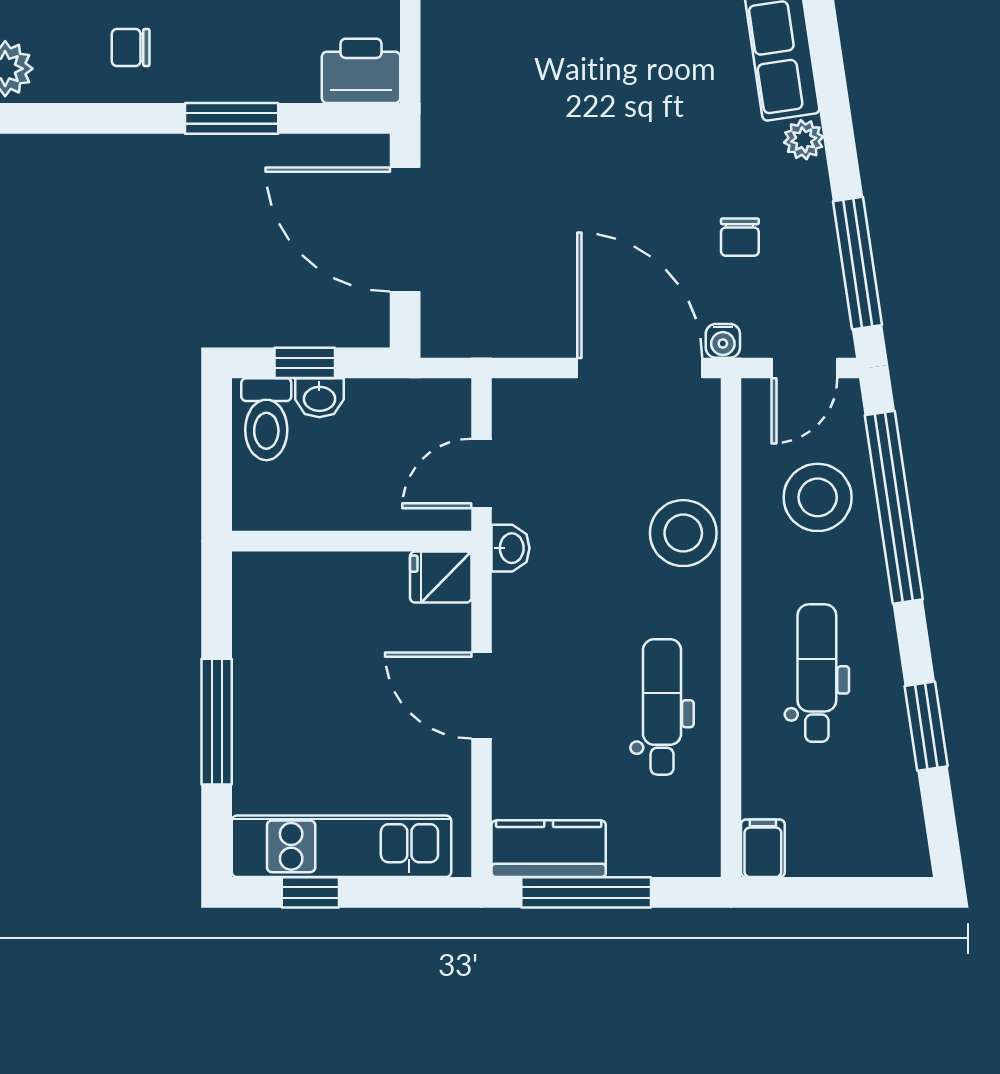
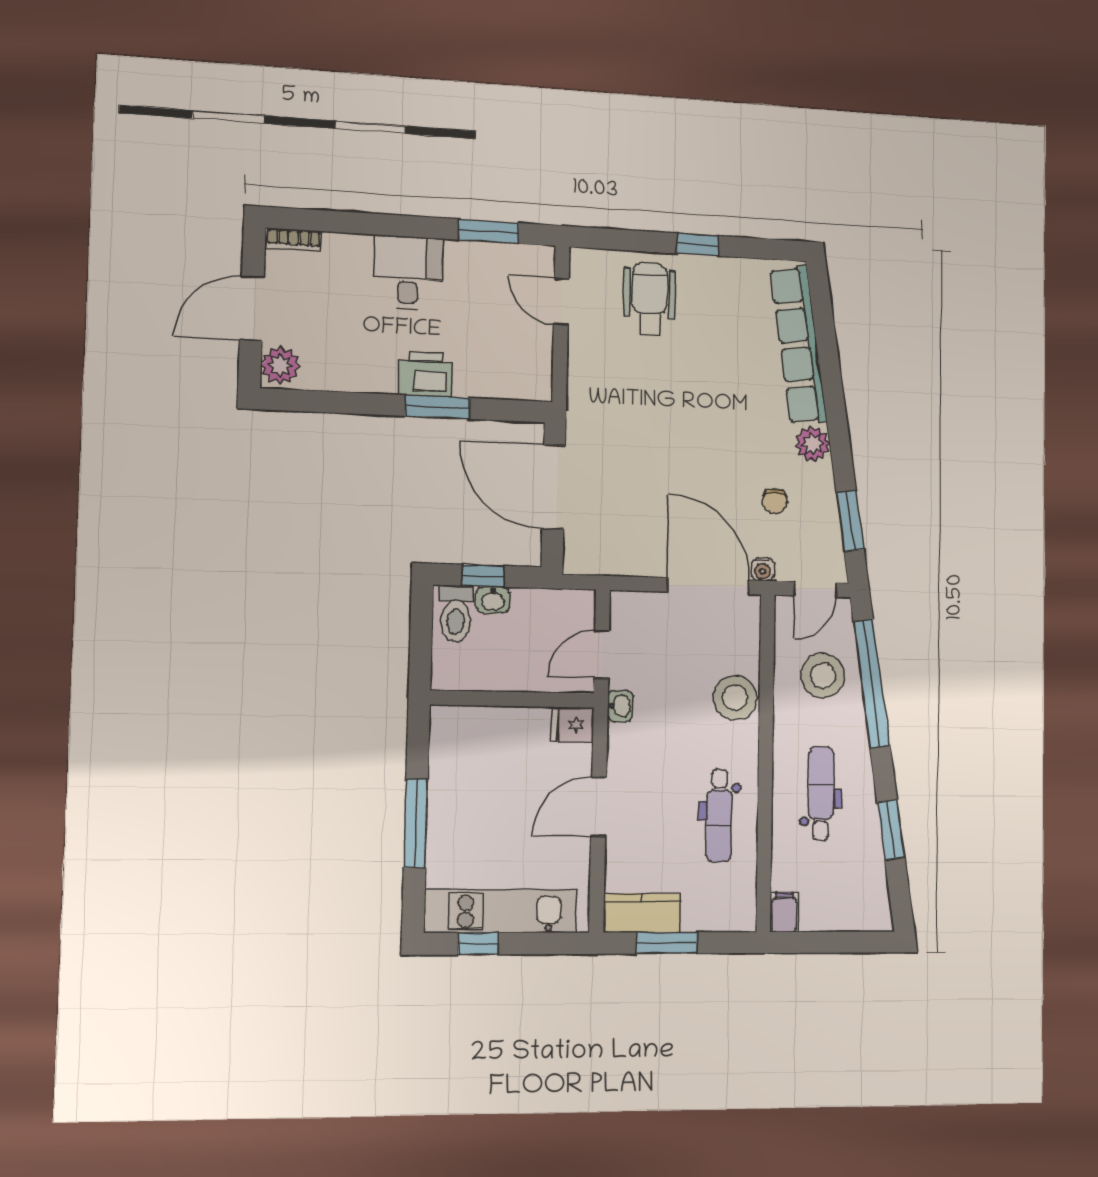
chair: (131, 48) -> (369, 355), removed
printer: (361, 71) -> (425, 374), moved
plant: (804, 140) -> (812, 444), width x1.38, depth x1.38
window: (858, 263) -> (850, 521), width x0.69
door: (481, 696) -> (599, 807), hinge flipped
dental chair: (662, 707) -> (719, 816), turned 180
window: (586, 892) -> (667, 943), width x0.69

